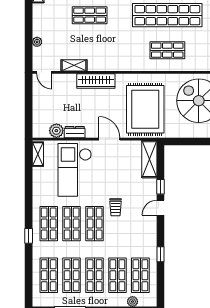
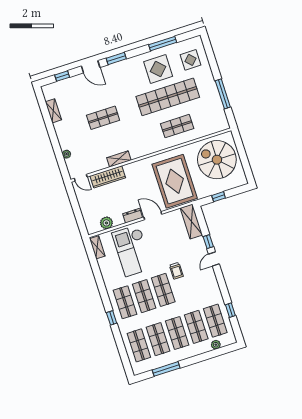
shelving: (74, 65) -> (119, 159), moved
wardrobe: (96, 81) -> (108, 177), moved
dresser: (75, 132) -> (133, 216), moved
window: (187, 142) -> (219, 197), added
window: (160, 254) -> (230, 310), moved

